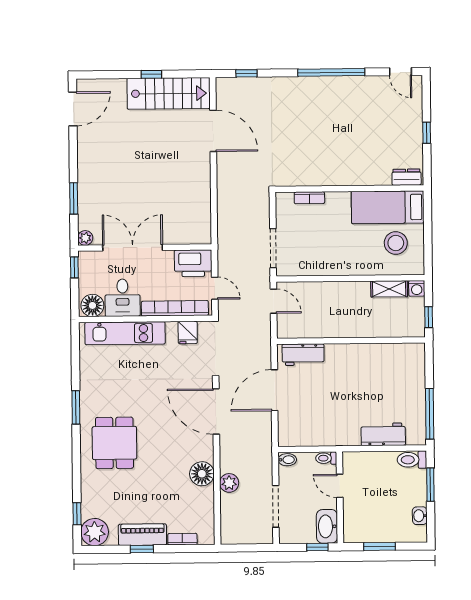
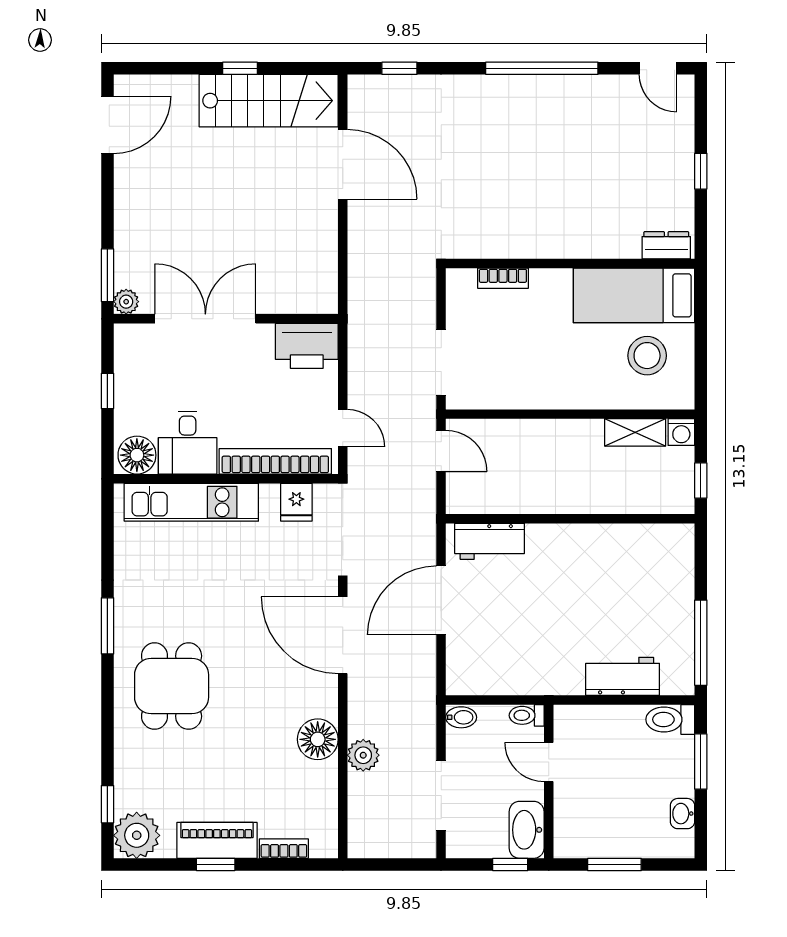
plant: (85, 238) -> (126, 302), moved
double door: (133, 248) -> (205, 319), moved
wall: (145, 248) -> (226, 319), moved
printer: (193, 263) -> (307, 346), moved

